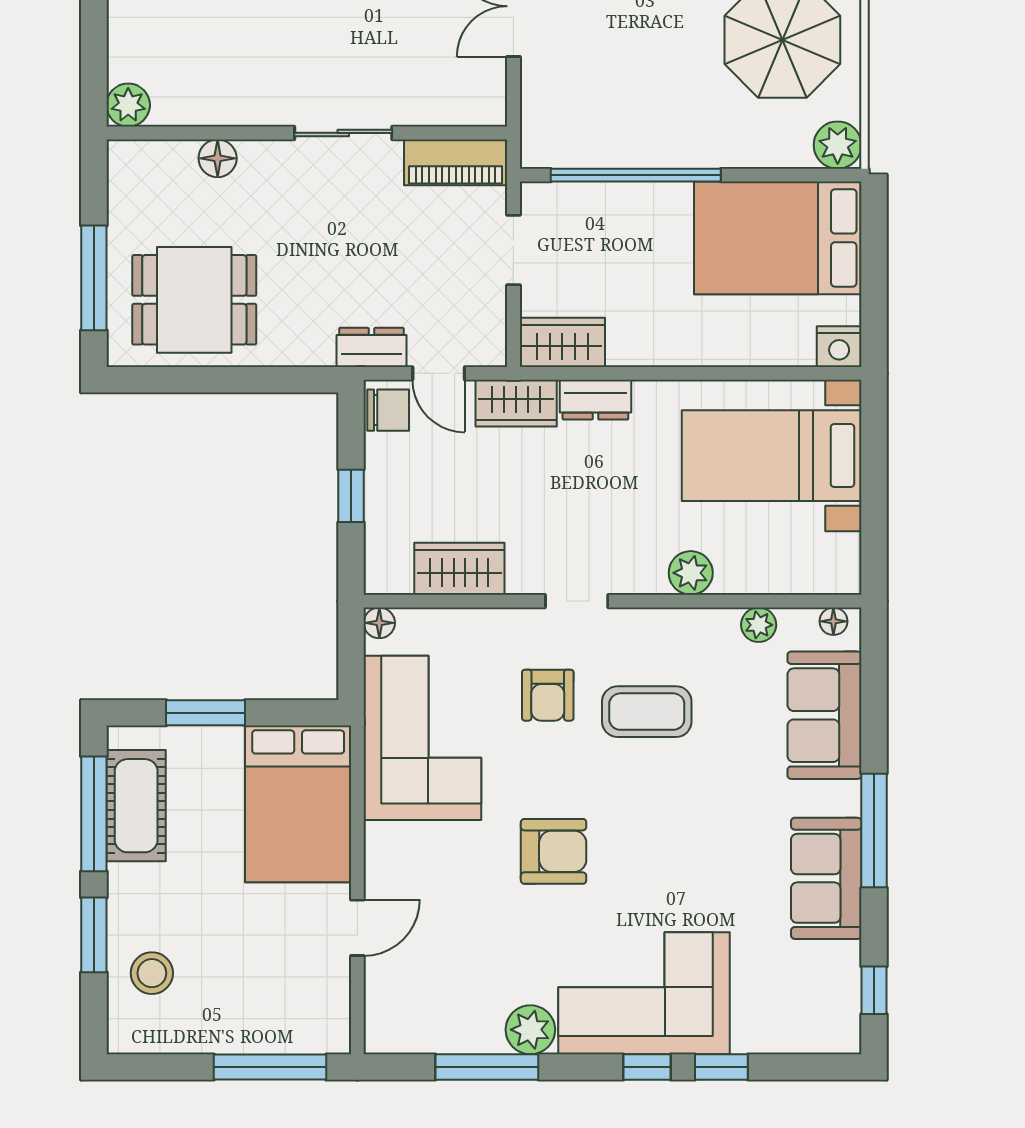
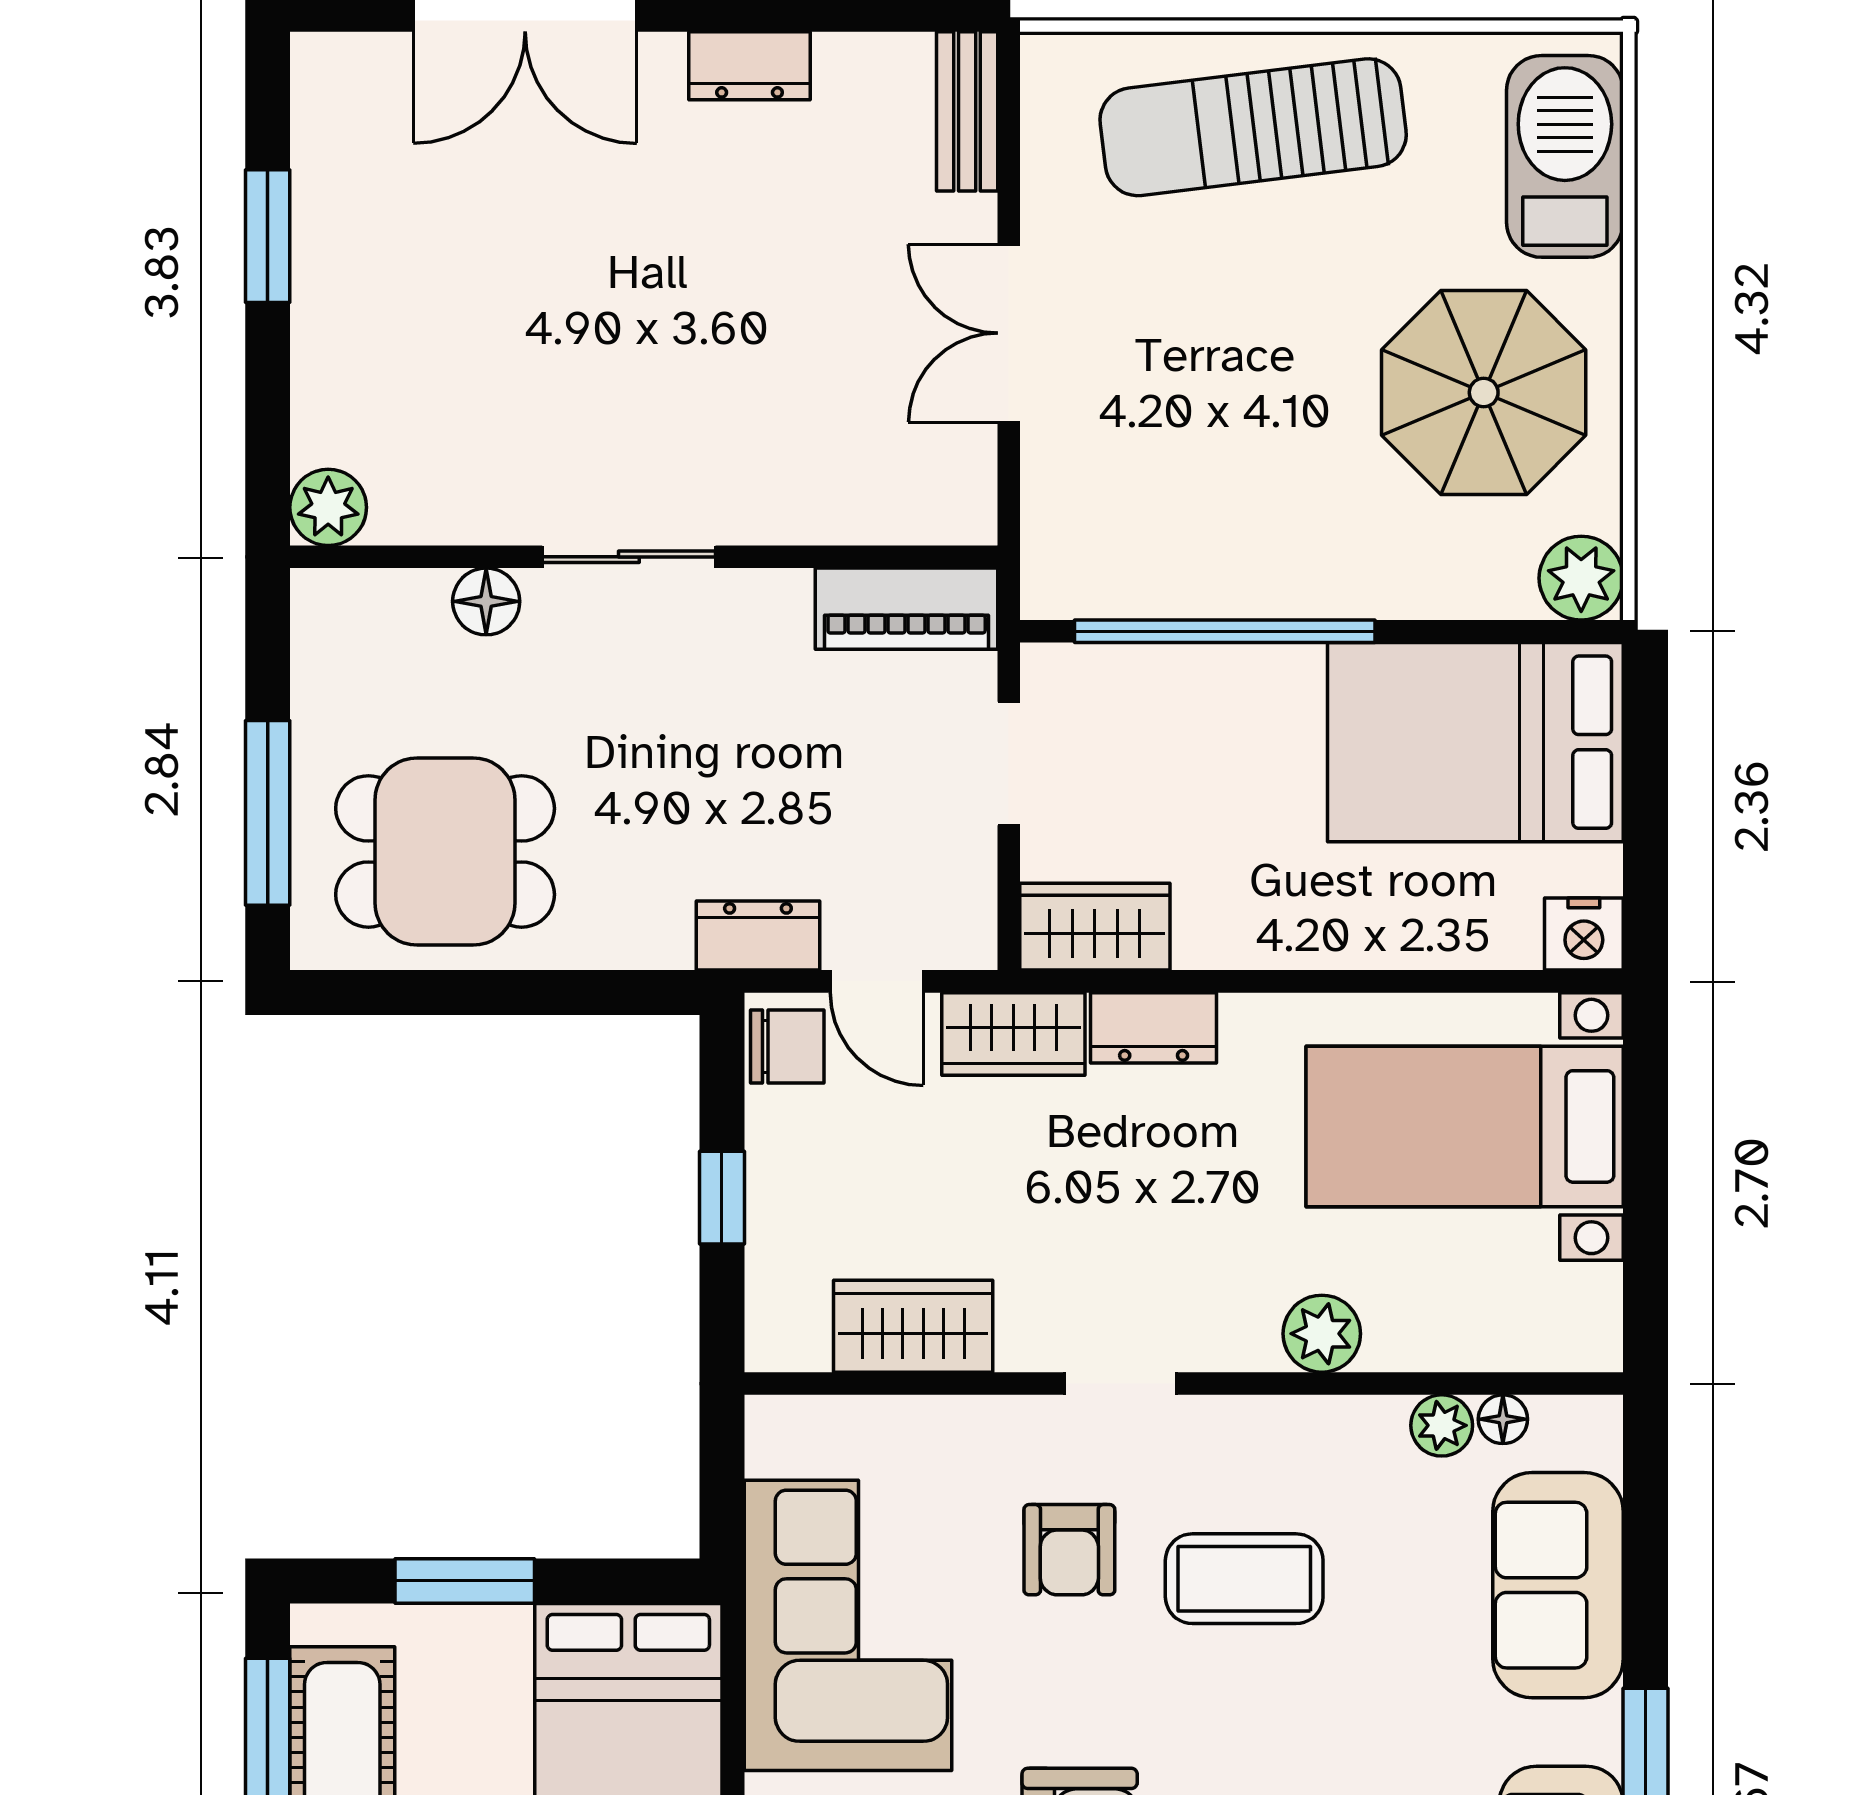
sliding door: (343, 133) -> (629, 557), moved
floor lamp: (833, 621) -> (1503, 1419), moved
floor lamp: (379, 623) -> (772, 1422), removed

